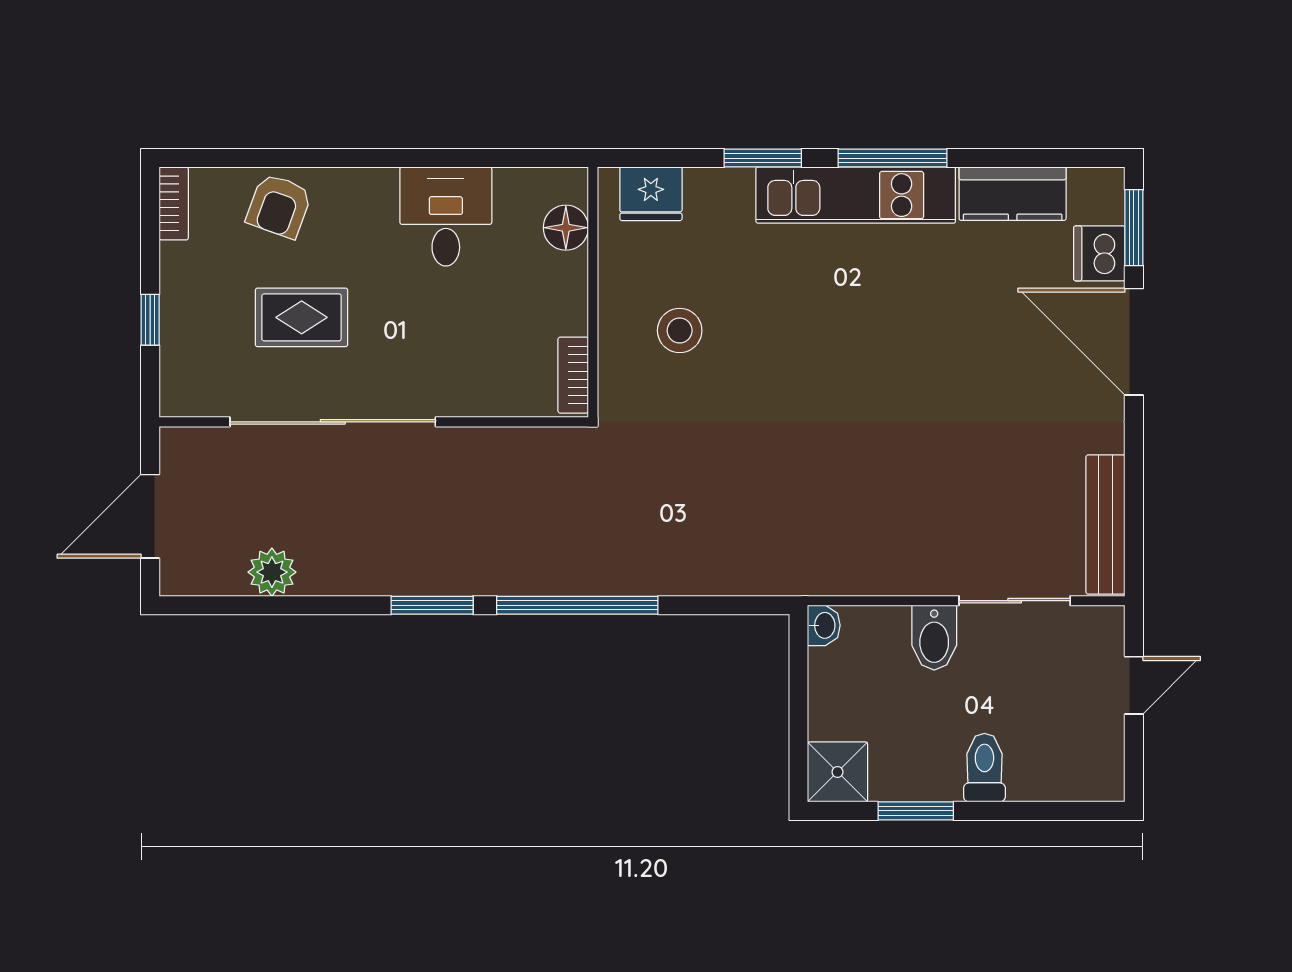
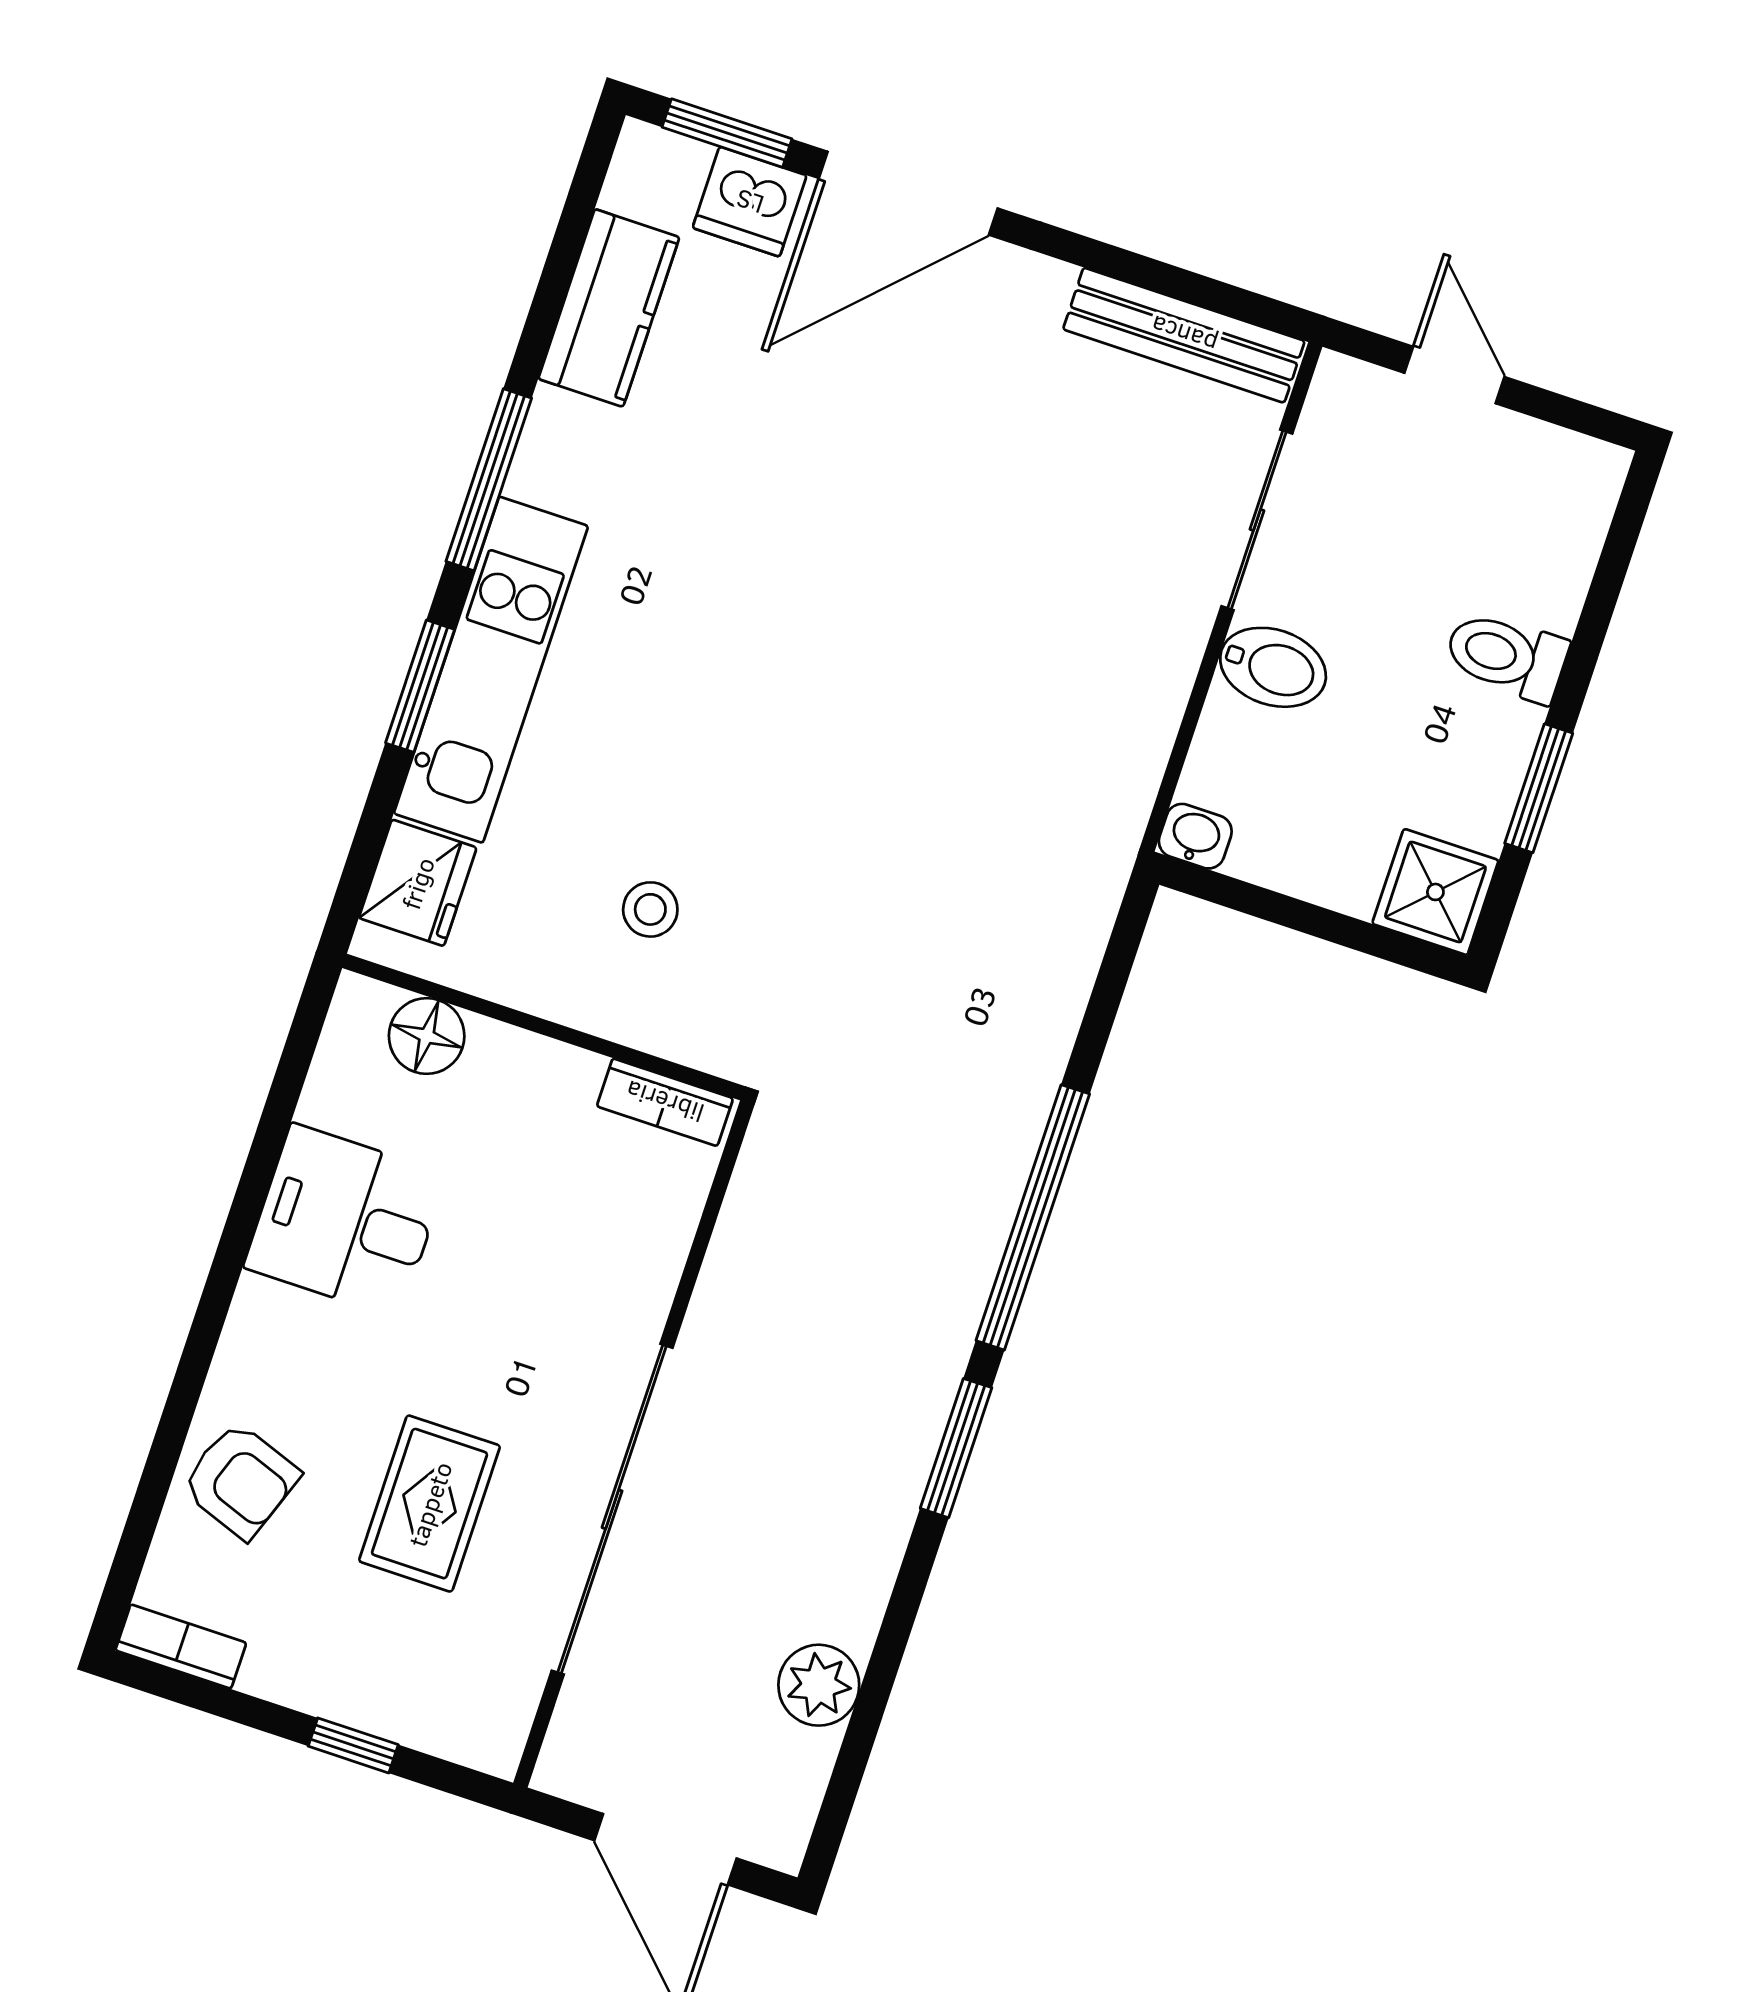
kitchen unit: (856, 195) -> (491, 670), moved
stool: (680, 331) -> (650, 909), width x0.73, depth x0.73

